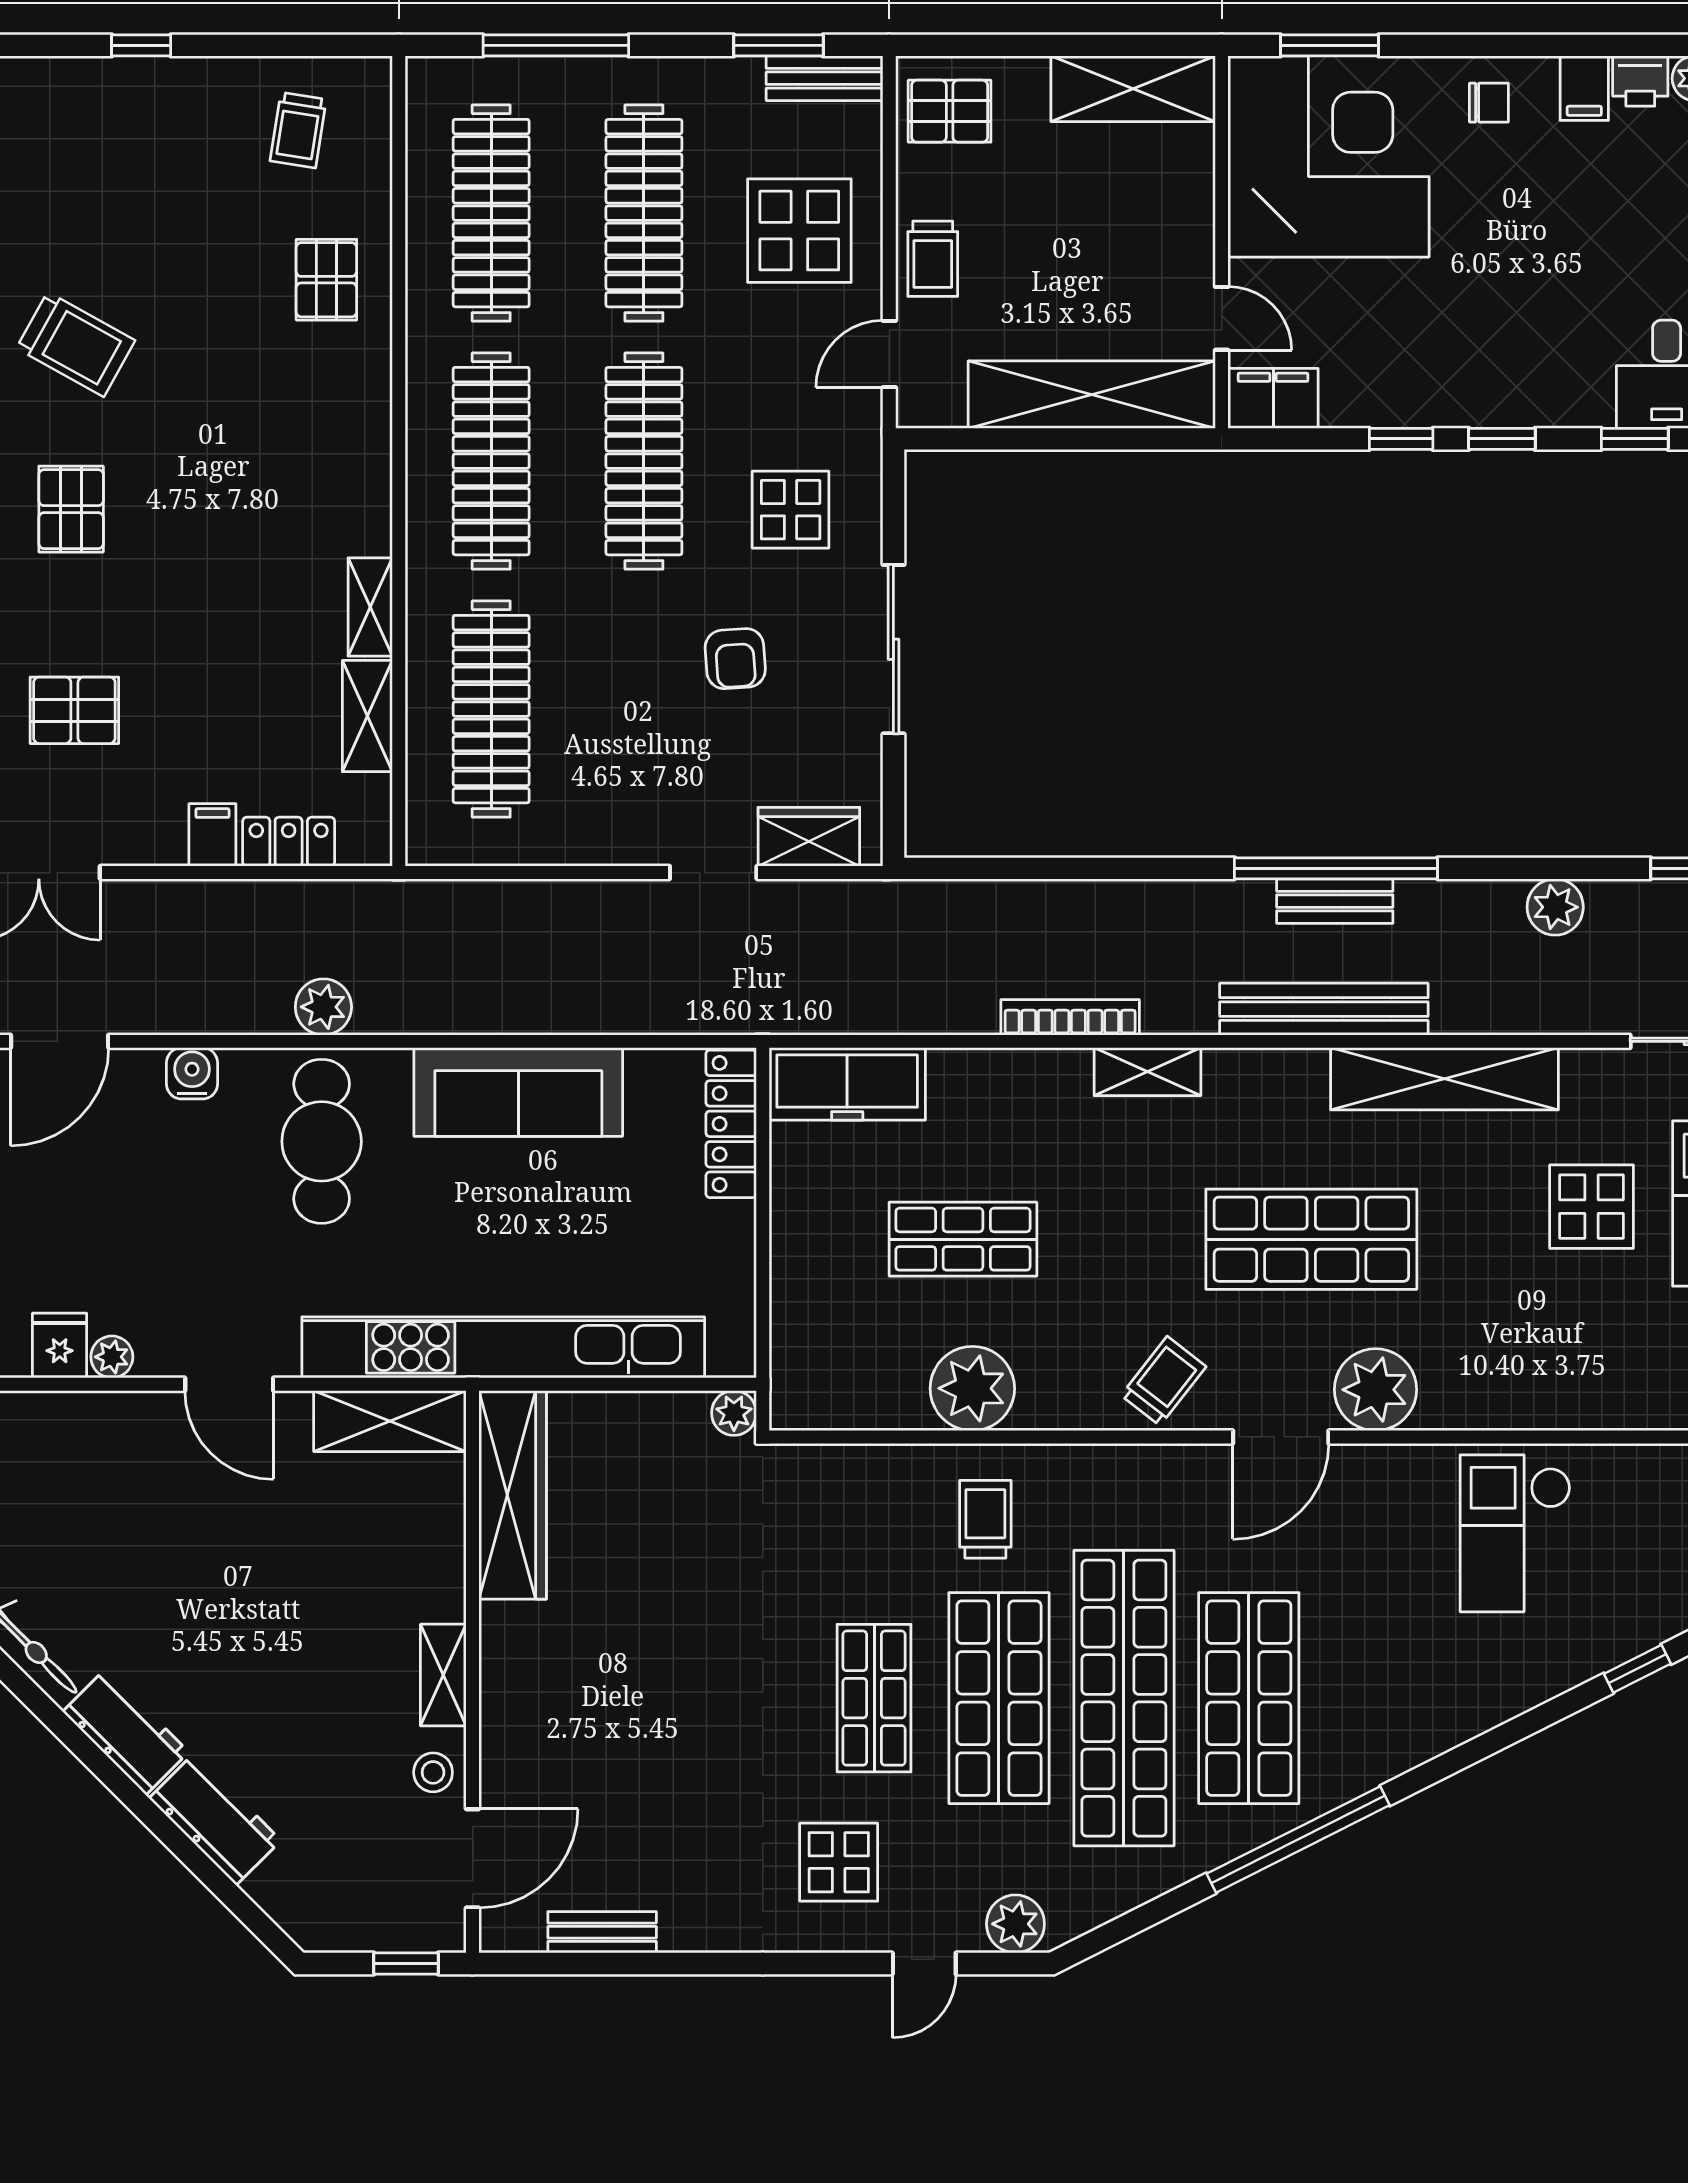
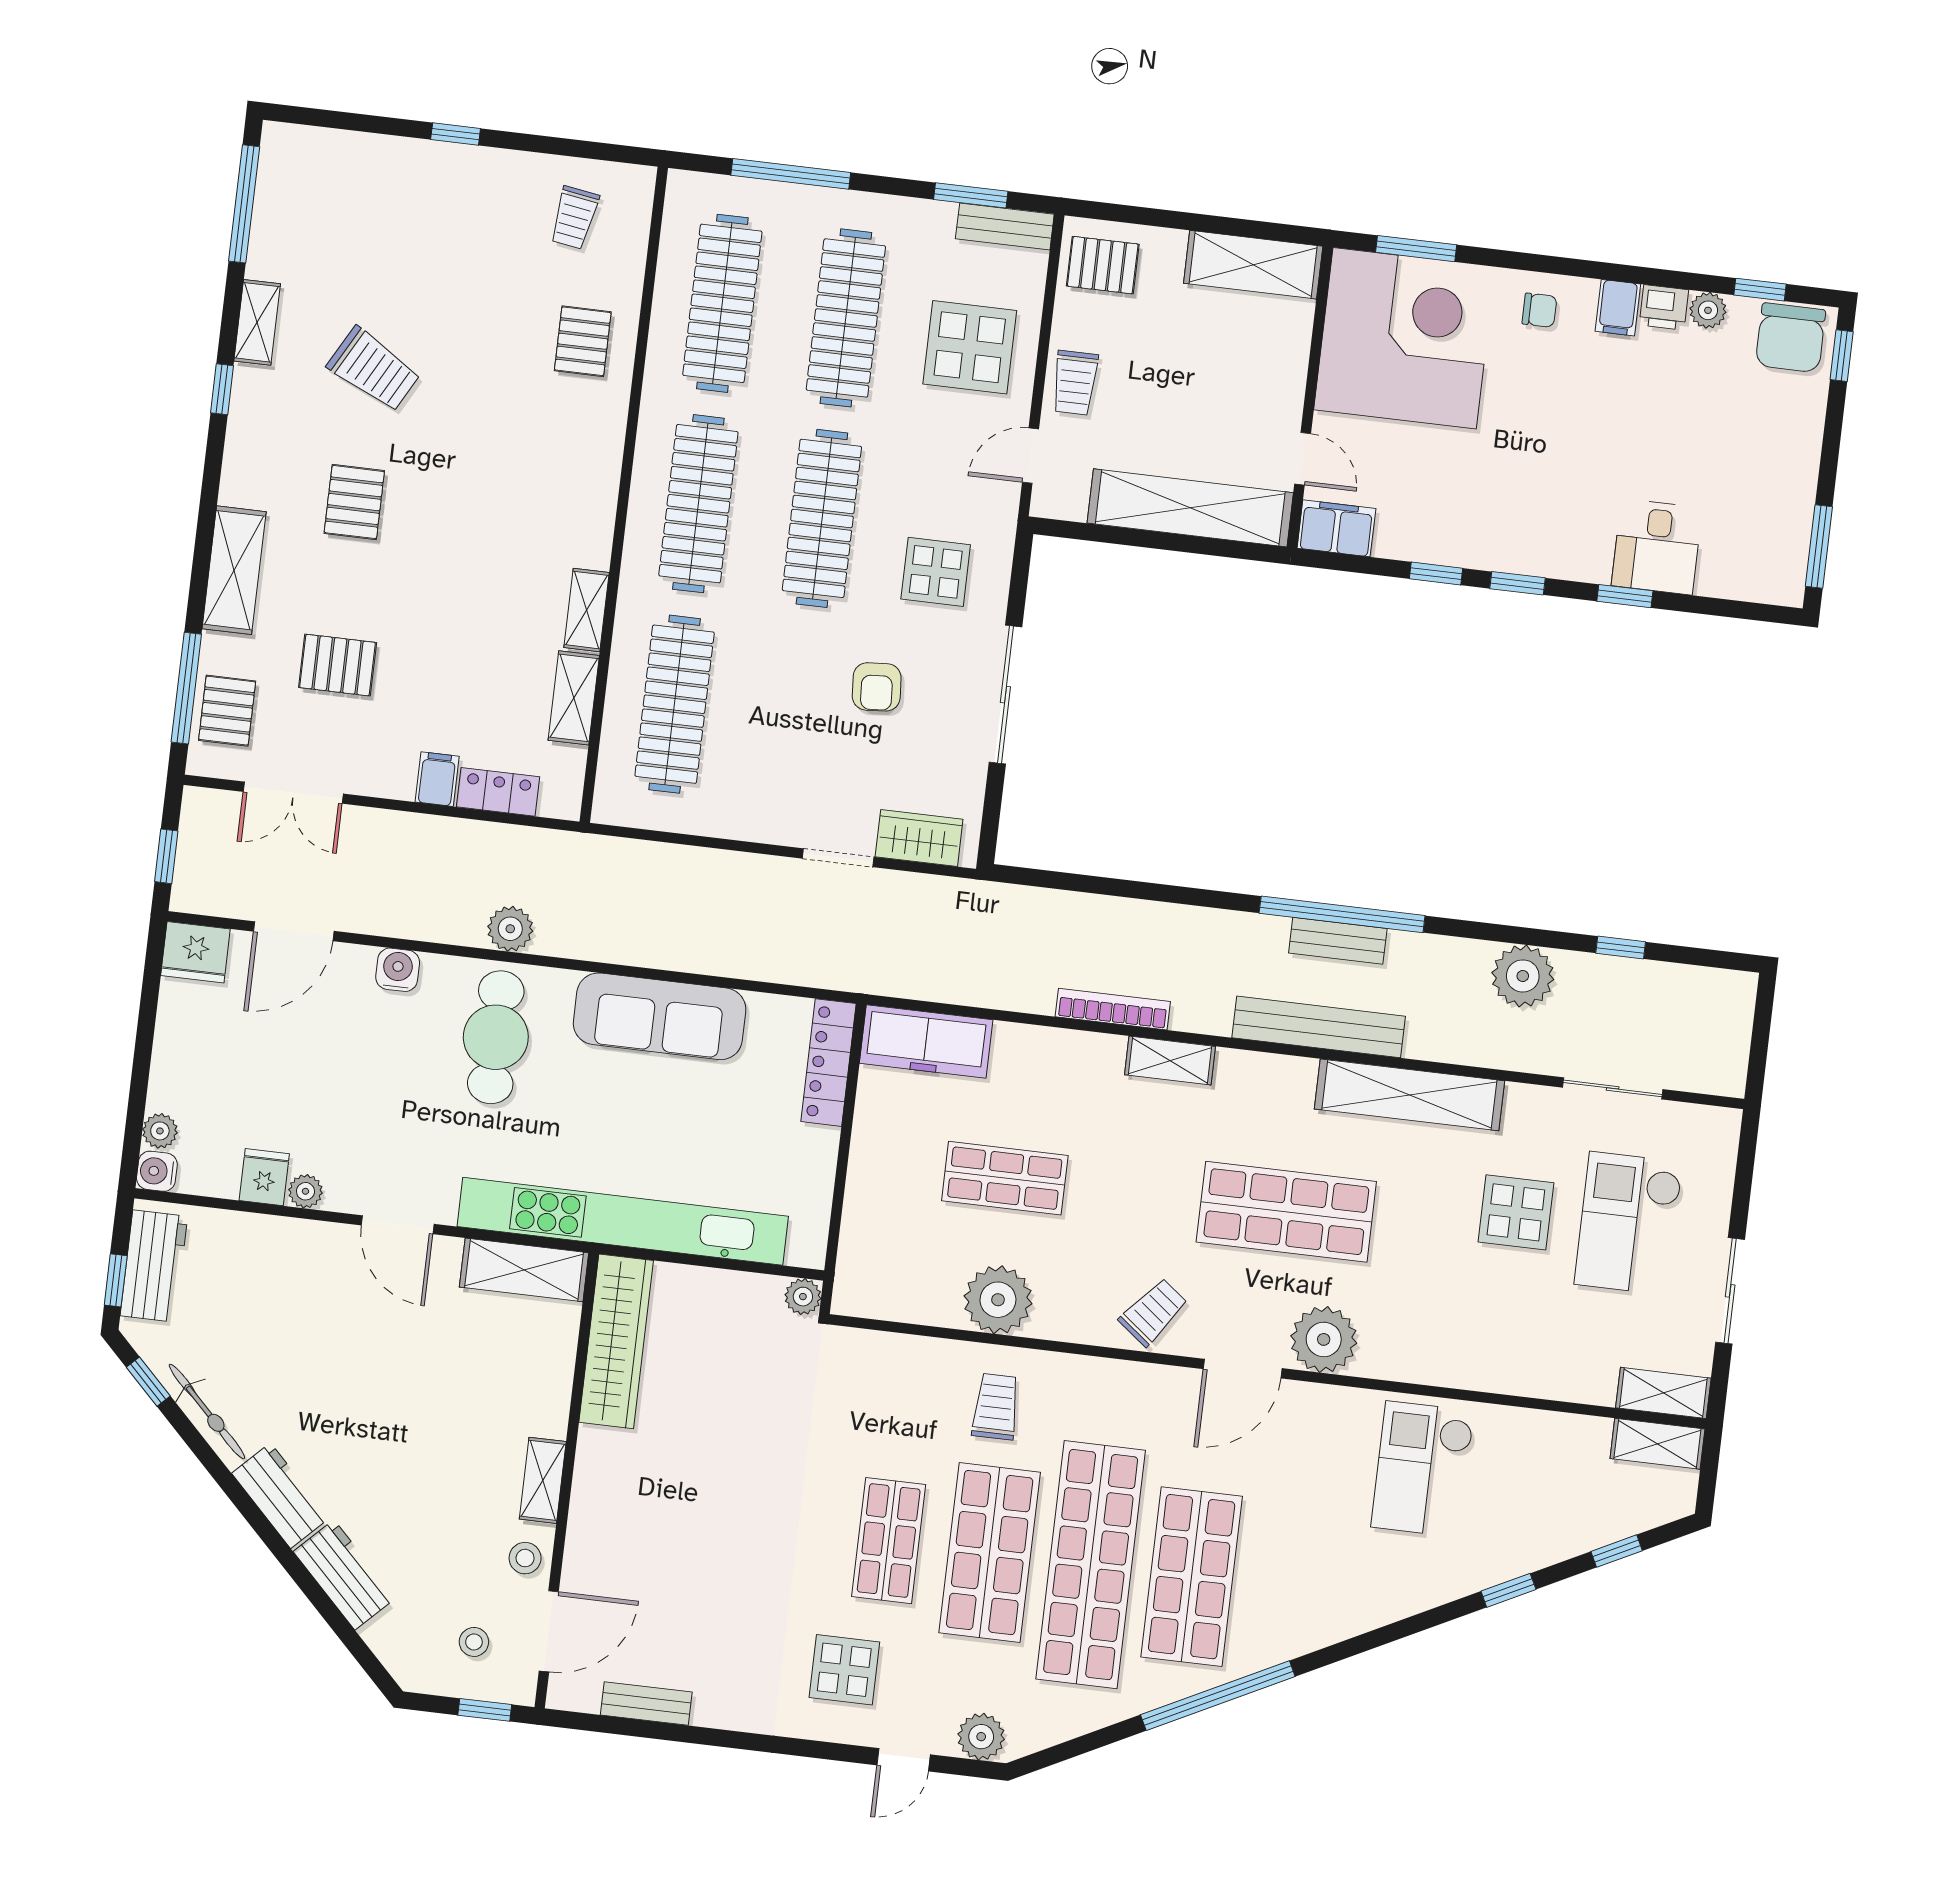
plant: (1555, 907) -> (1523, 976), width x1.36, depth x1.36
stool: (383, 1882) -> (474, 1642), added

